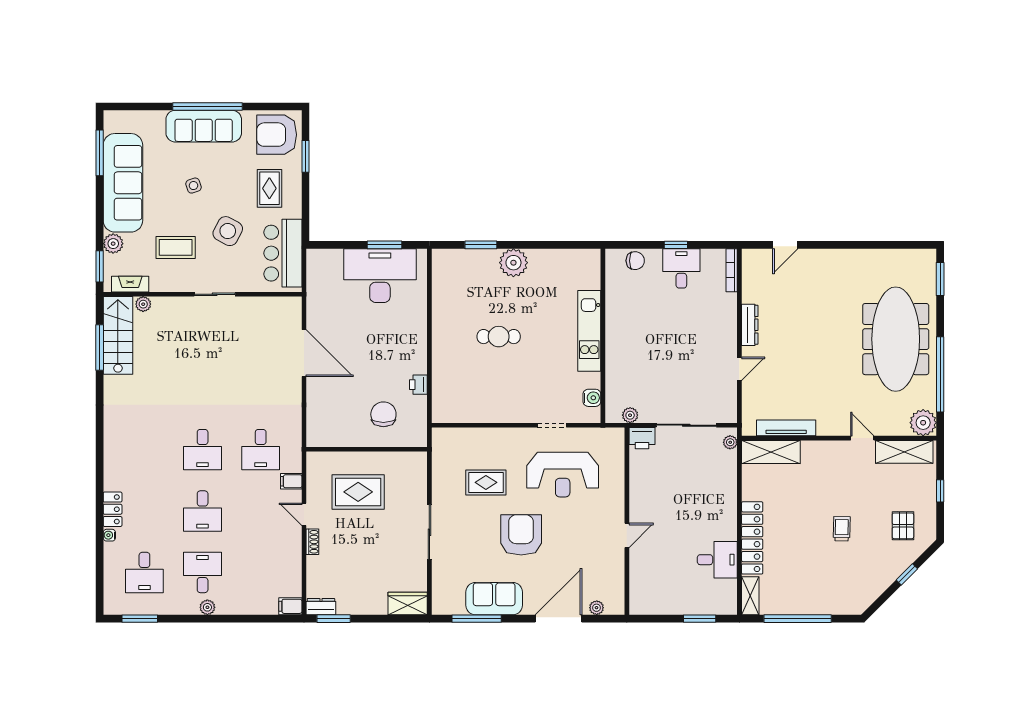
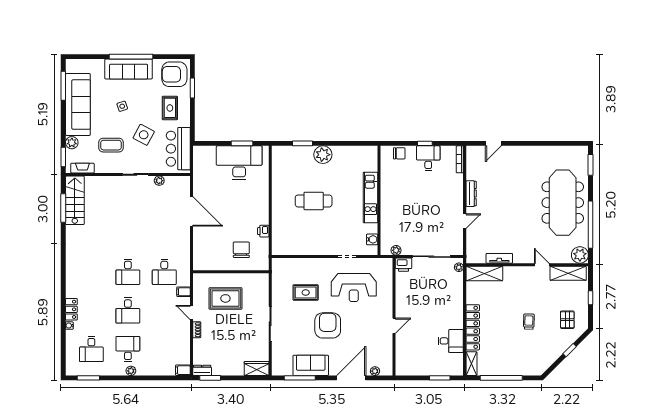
plant: (143, 304) -> (159, 181), moved
cafe table: (499, 337) -> (314, 201), width x1.37, depth x1.35
tv unit: (786, 428) -> (499, 258), width x0.71

